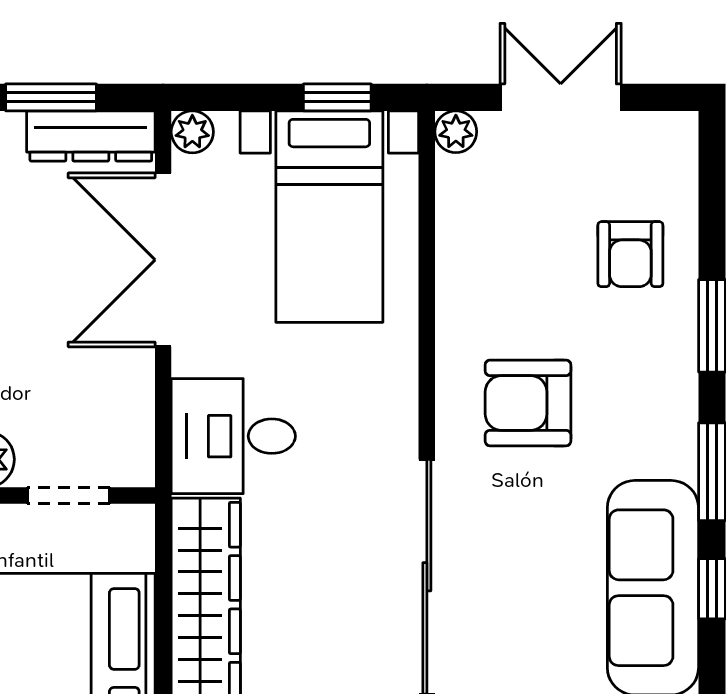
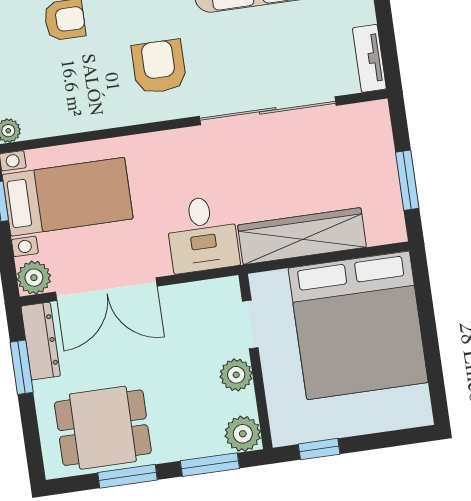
plant: (192, 132) -> (34, 278), width x1.38, depth x1.38
armchair: (528, 403) -> (159, 67), turned 180

